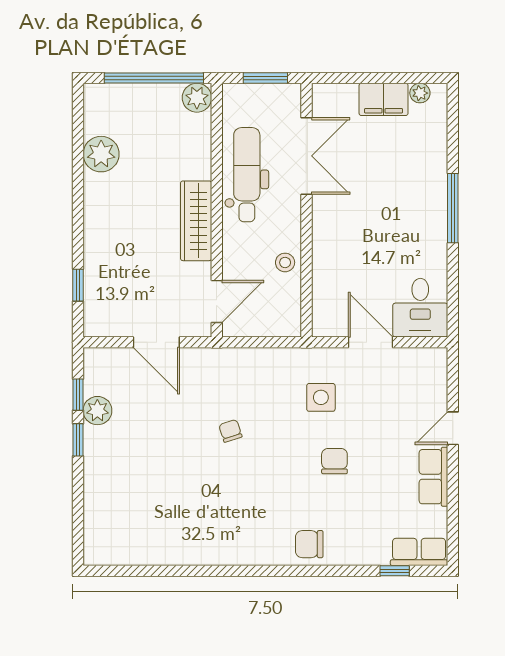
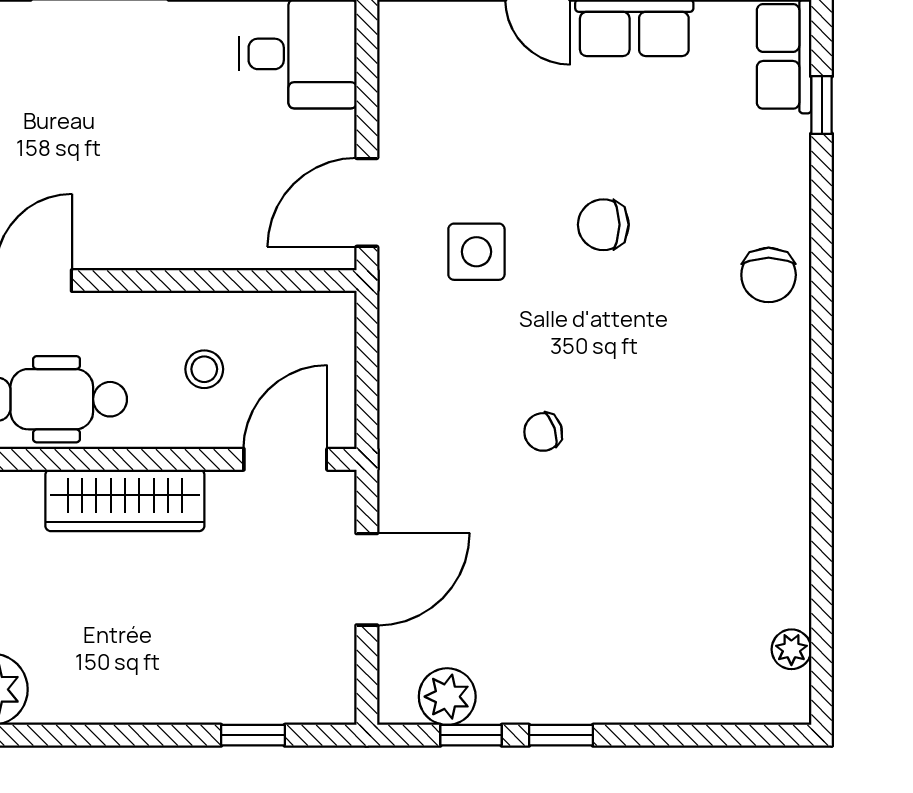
stool: (285, 262) -> (204, 369), moved
door: (217, 301) -> (285, 459), hinge flipped
door: (370, 342) -> (367, 202), moved
plant: (97, 411) -> (447, 697), moved
plant: (121, 556) -> (791, 649), added

